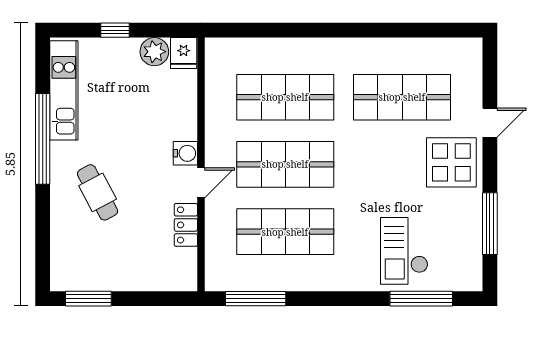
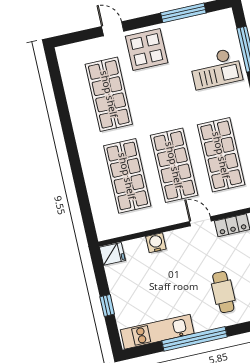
plant: (154, 52) -> (116, 275), removed
water cooler: (185, 153) -> (156, 243), moved
cafe table: (98, 192) -> (223, 292), turned -62

